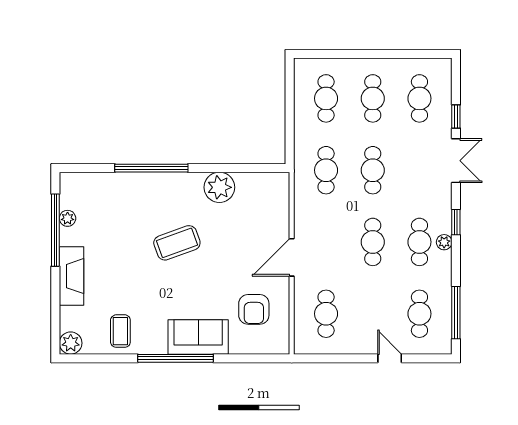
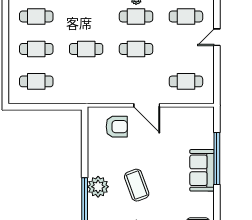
cafe table: (326, 170) -> (86, 81), removed
plant: (219, 187) -> (98, 187), moved
armchair: (254, 309) -> (117, 127), moved
window: (176, 358) -> (217, 158), moved

